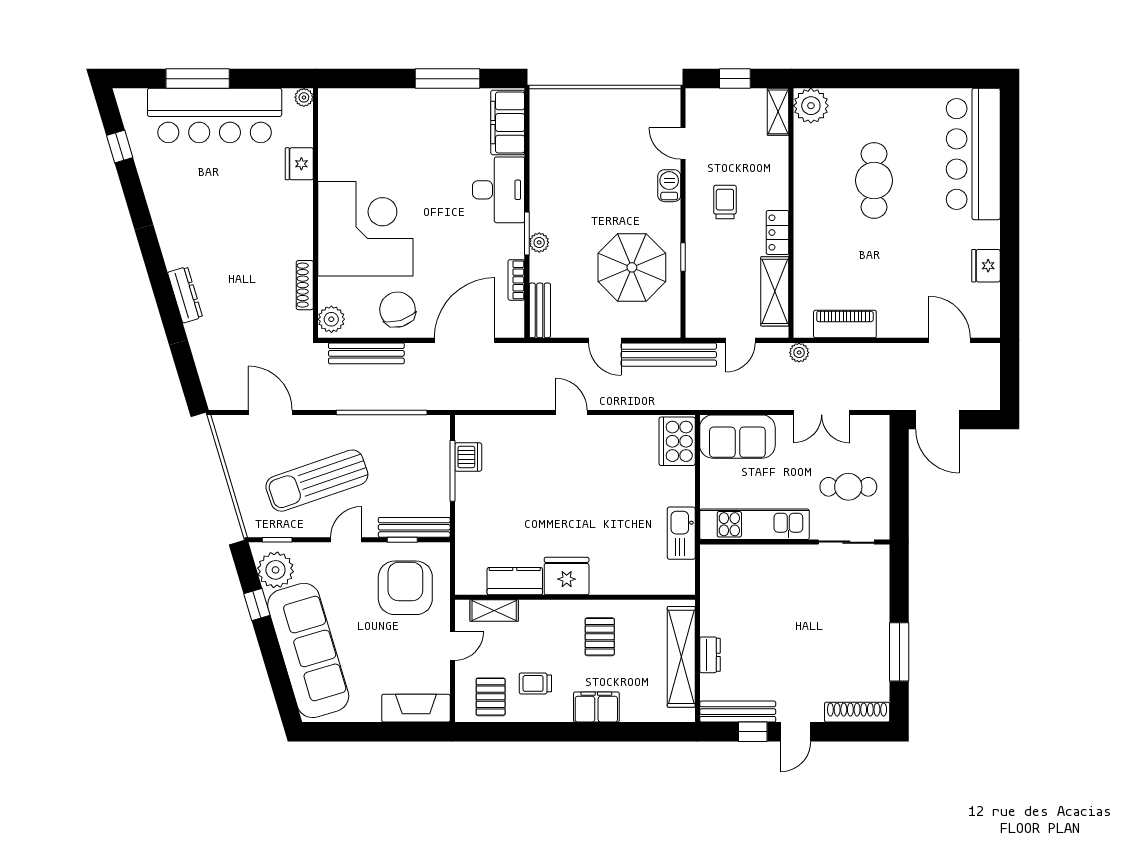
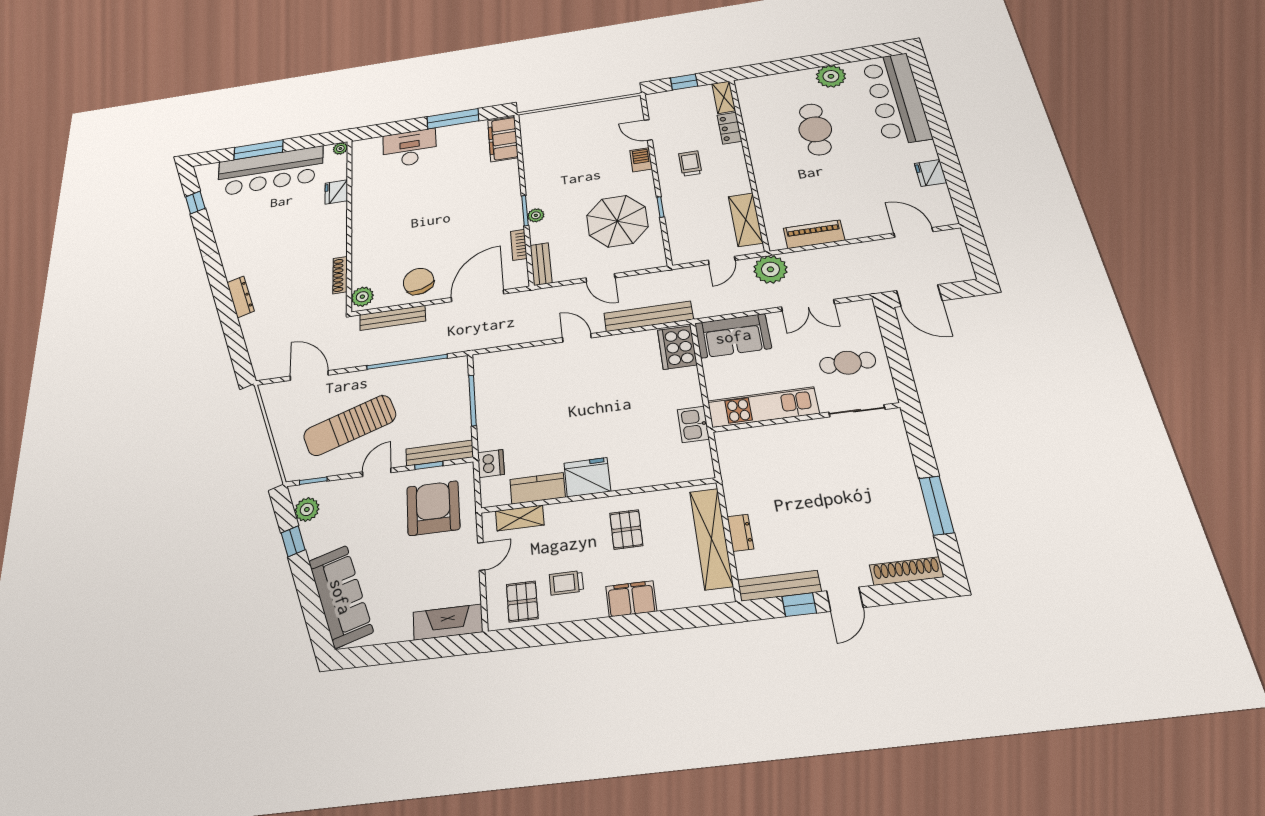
plant: (811, 106) -> (831, 76), moved
desk: (499, 190) -> (410, 148), moved, turned -90
corner desk: (365, 229) -> (390, 228), removed
locker: (777, 233) -> (729, 128), moved
plant: (799, 353) -> (770, 269), width x1.87, depth x1.87
bench: (669, 355) -> (648, 316), moved
dishwasher: (468, 457) -> (491, 463), moved
kitchen sink: (681, 533) -> (693, 424), width x0.73
plant: (276, 570) -> (307, 509), width x0.73, depth x0.73
sofa: (308, 650) -> (341, 596), width x0.74, depth x0.79

